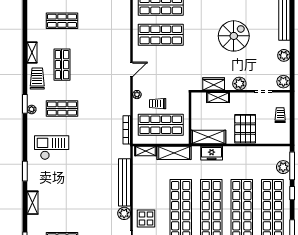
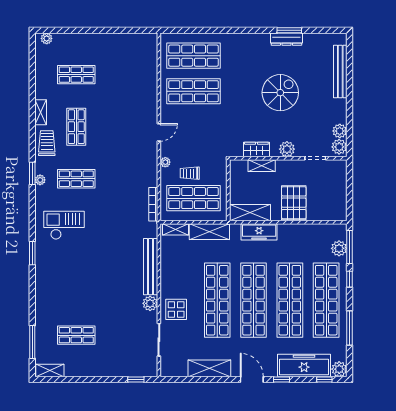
plant: (284, 55) -> (340, 131), moved
trolley: (280, 115) -> (335, 187), removed
freezer: (212, 153) -> (259, 232), width x1.40
shelving: (33, 203) -> (41, 291), removed

